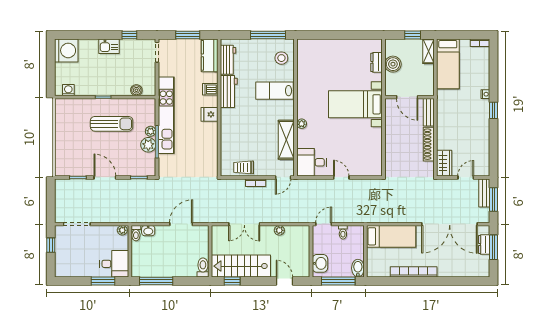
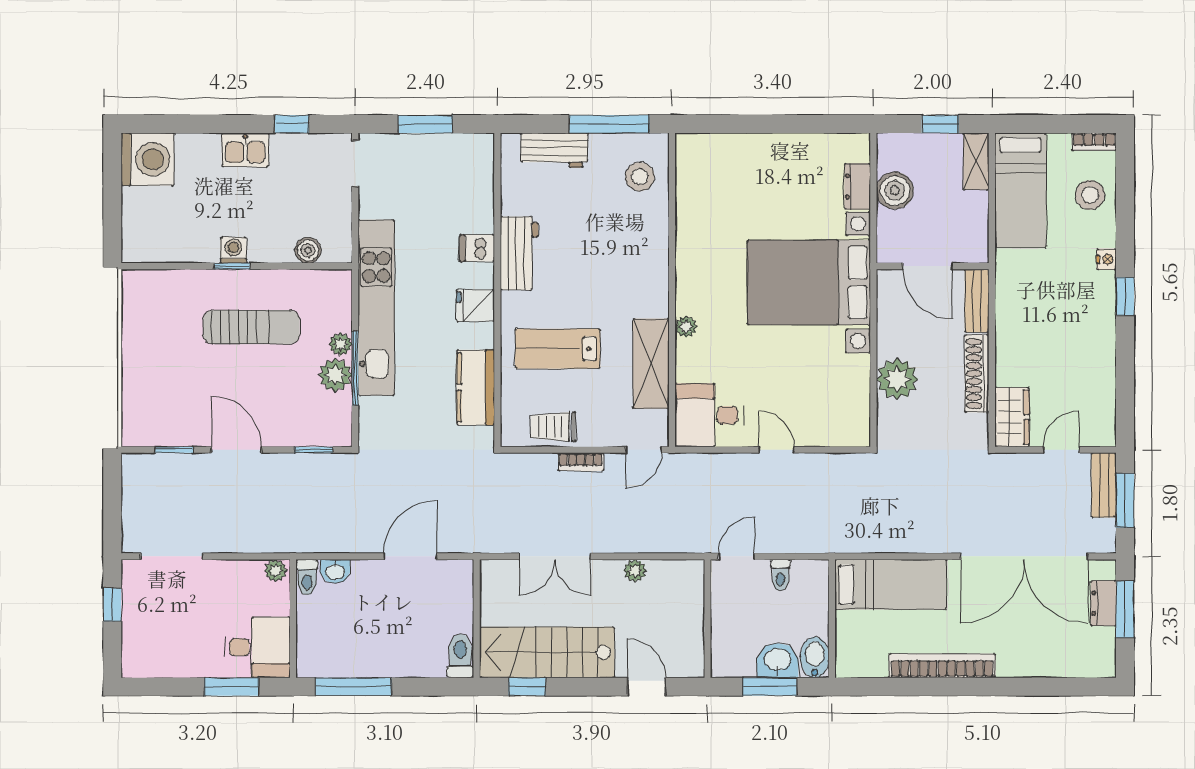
kitchen counter: (210, 55) -> (476, 387), moved
workbench: (228, 60) -> (554, 150), moved, turned 90
stool: (478, 66) -> (1090, 195), added
washing machine: (68, 90) -> (233, 250), moved
lab bench: (274, 91) -> (558, 349), moved
bed with nightstands: (355, 104) -> (809, 282), width x1.36
plant: (394, 146) -> (897, 379), added
washbasin: (320, 263) -> (778, 660), moved, turned -90
window: (338, 281) -> (770, 687), width x0.69

